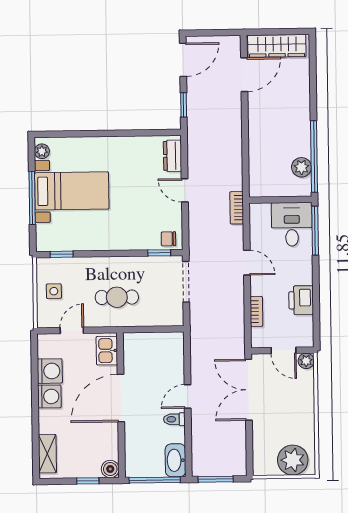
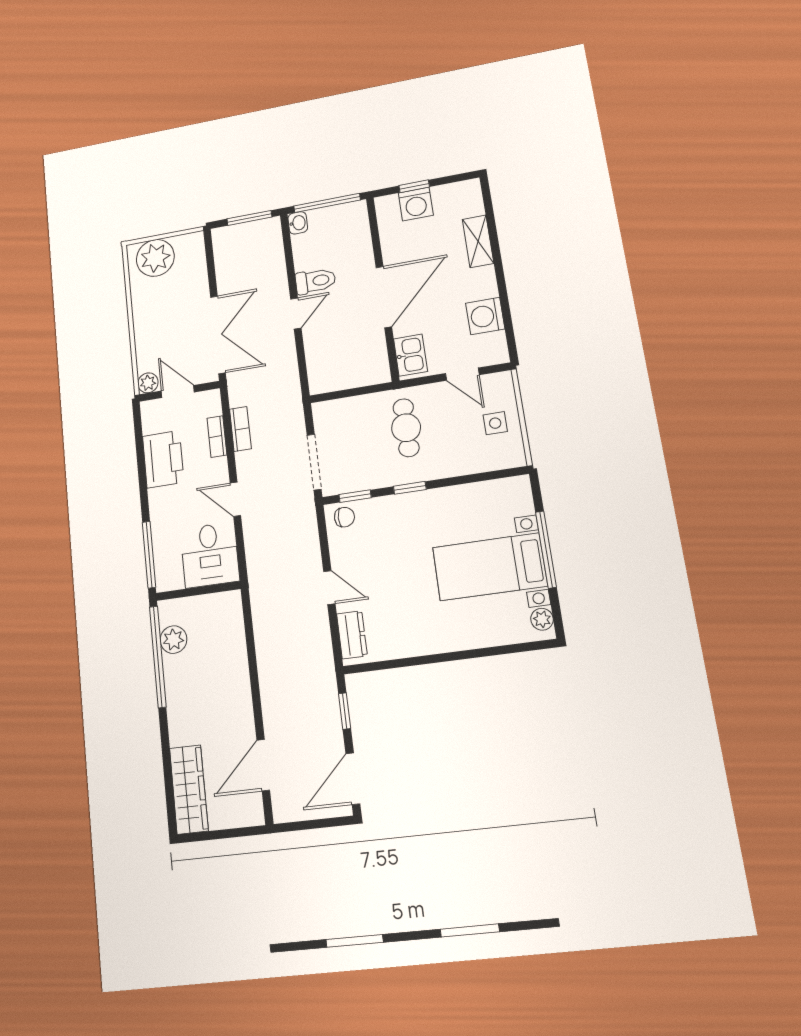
wardrobe: (277, 46) -> (189, 789), moved, turned 90
bookcase: (237, 208) -> (240, 429), moved
desk: (292, 224) -> (210, 555), moved
window: (62, 254) -> (410, 488), moved
cafe table: (117, 297) -> (406, 428), turned 90
printer: (301, 300) -> (163, 459), width x1.37, depth x1.19
door: (72, 330) -> (462, 374), hinge flipped
washing machine: (49, 396) -> (416, 204), moved, turned -90
toilet: (174, 419) -> (315, 281), width x1.37, depth x1.39
shelving: (47, 454) -> (478, 241), moved
washbasin: (176, 460) -> (298, 223), width x0.52, depth x0.69
boiler: (110, 469) -> (387, 206), removed

